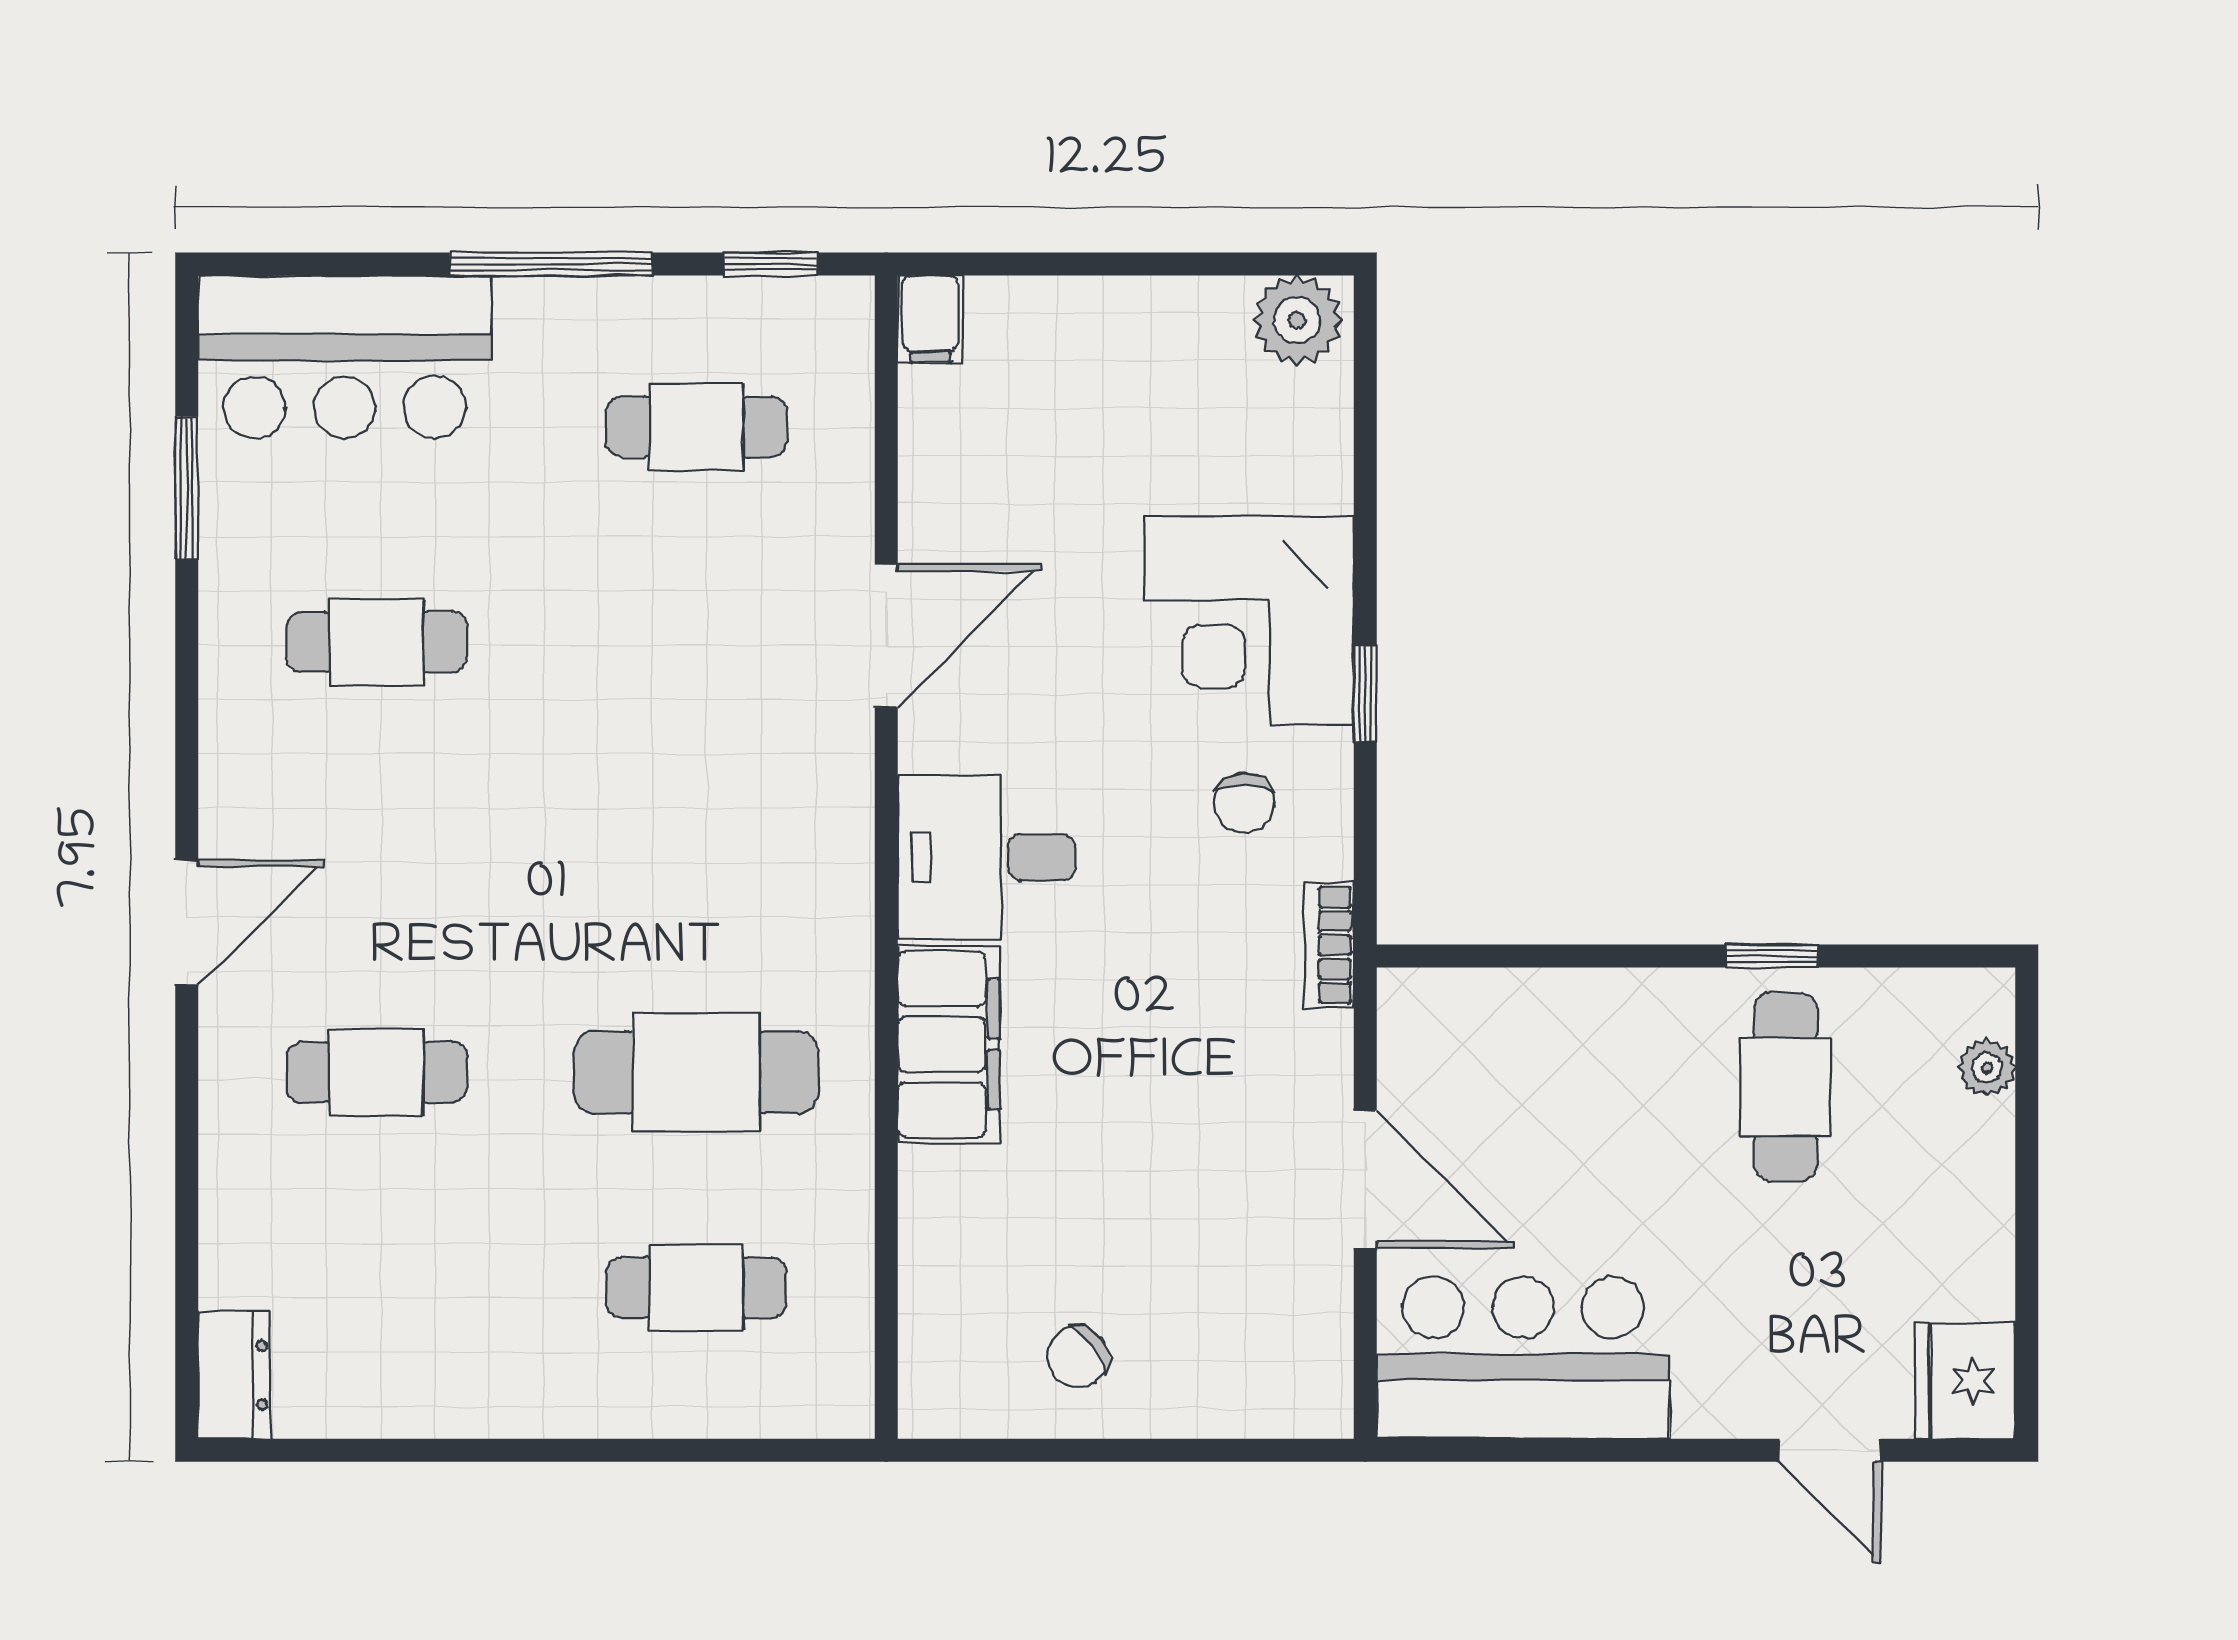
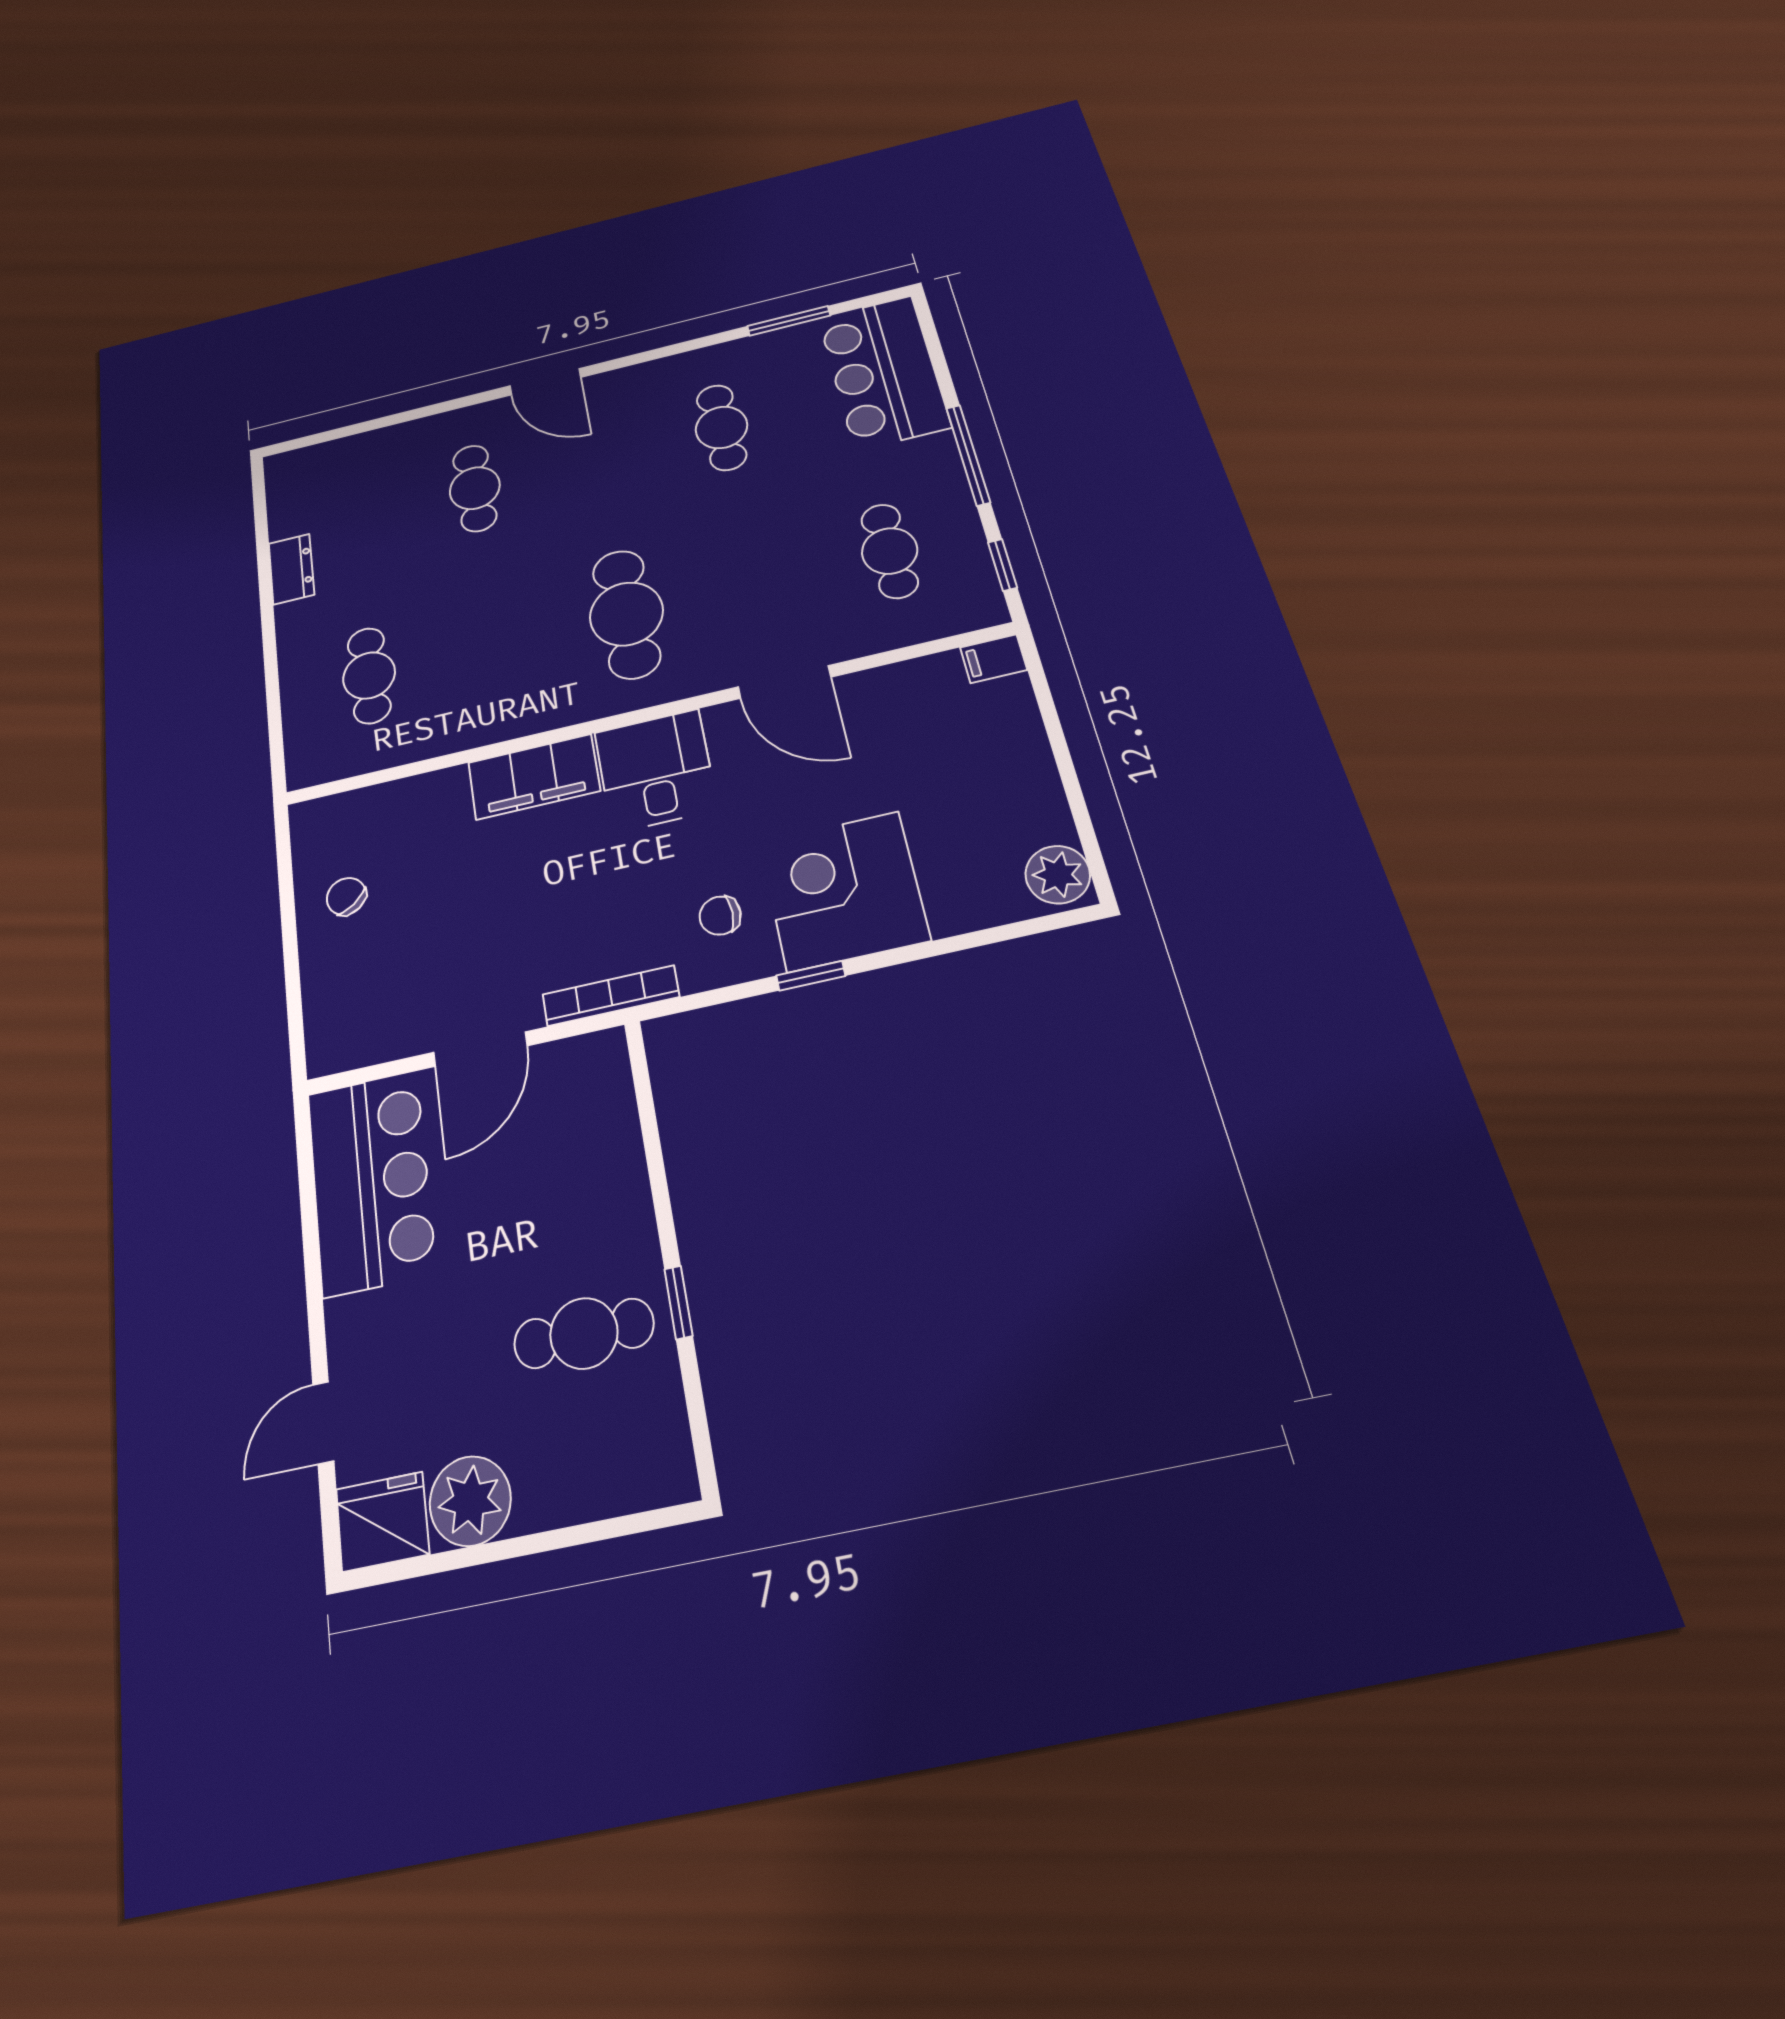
bookcase: (1329, 945) -> (611, 996), width x1.56
plant: (1987, 1068) -> (470, 1501), moved, width x1.87, depth x1.87
cafe table: (696, 1072) -> (626, 614), moved
dresser: (234, 1375) -> (291, 569), moved, turned -90

